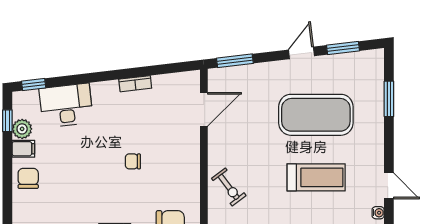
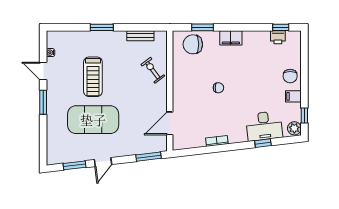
window: (34, 85) -> (263, 143), moved
window: (389, 99) -> (43, 102), moved
plant: (22, 129) -> (294, 128), moved
treadmill: (316, 177) -> (93, 77), turned -90

